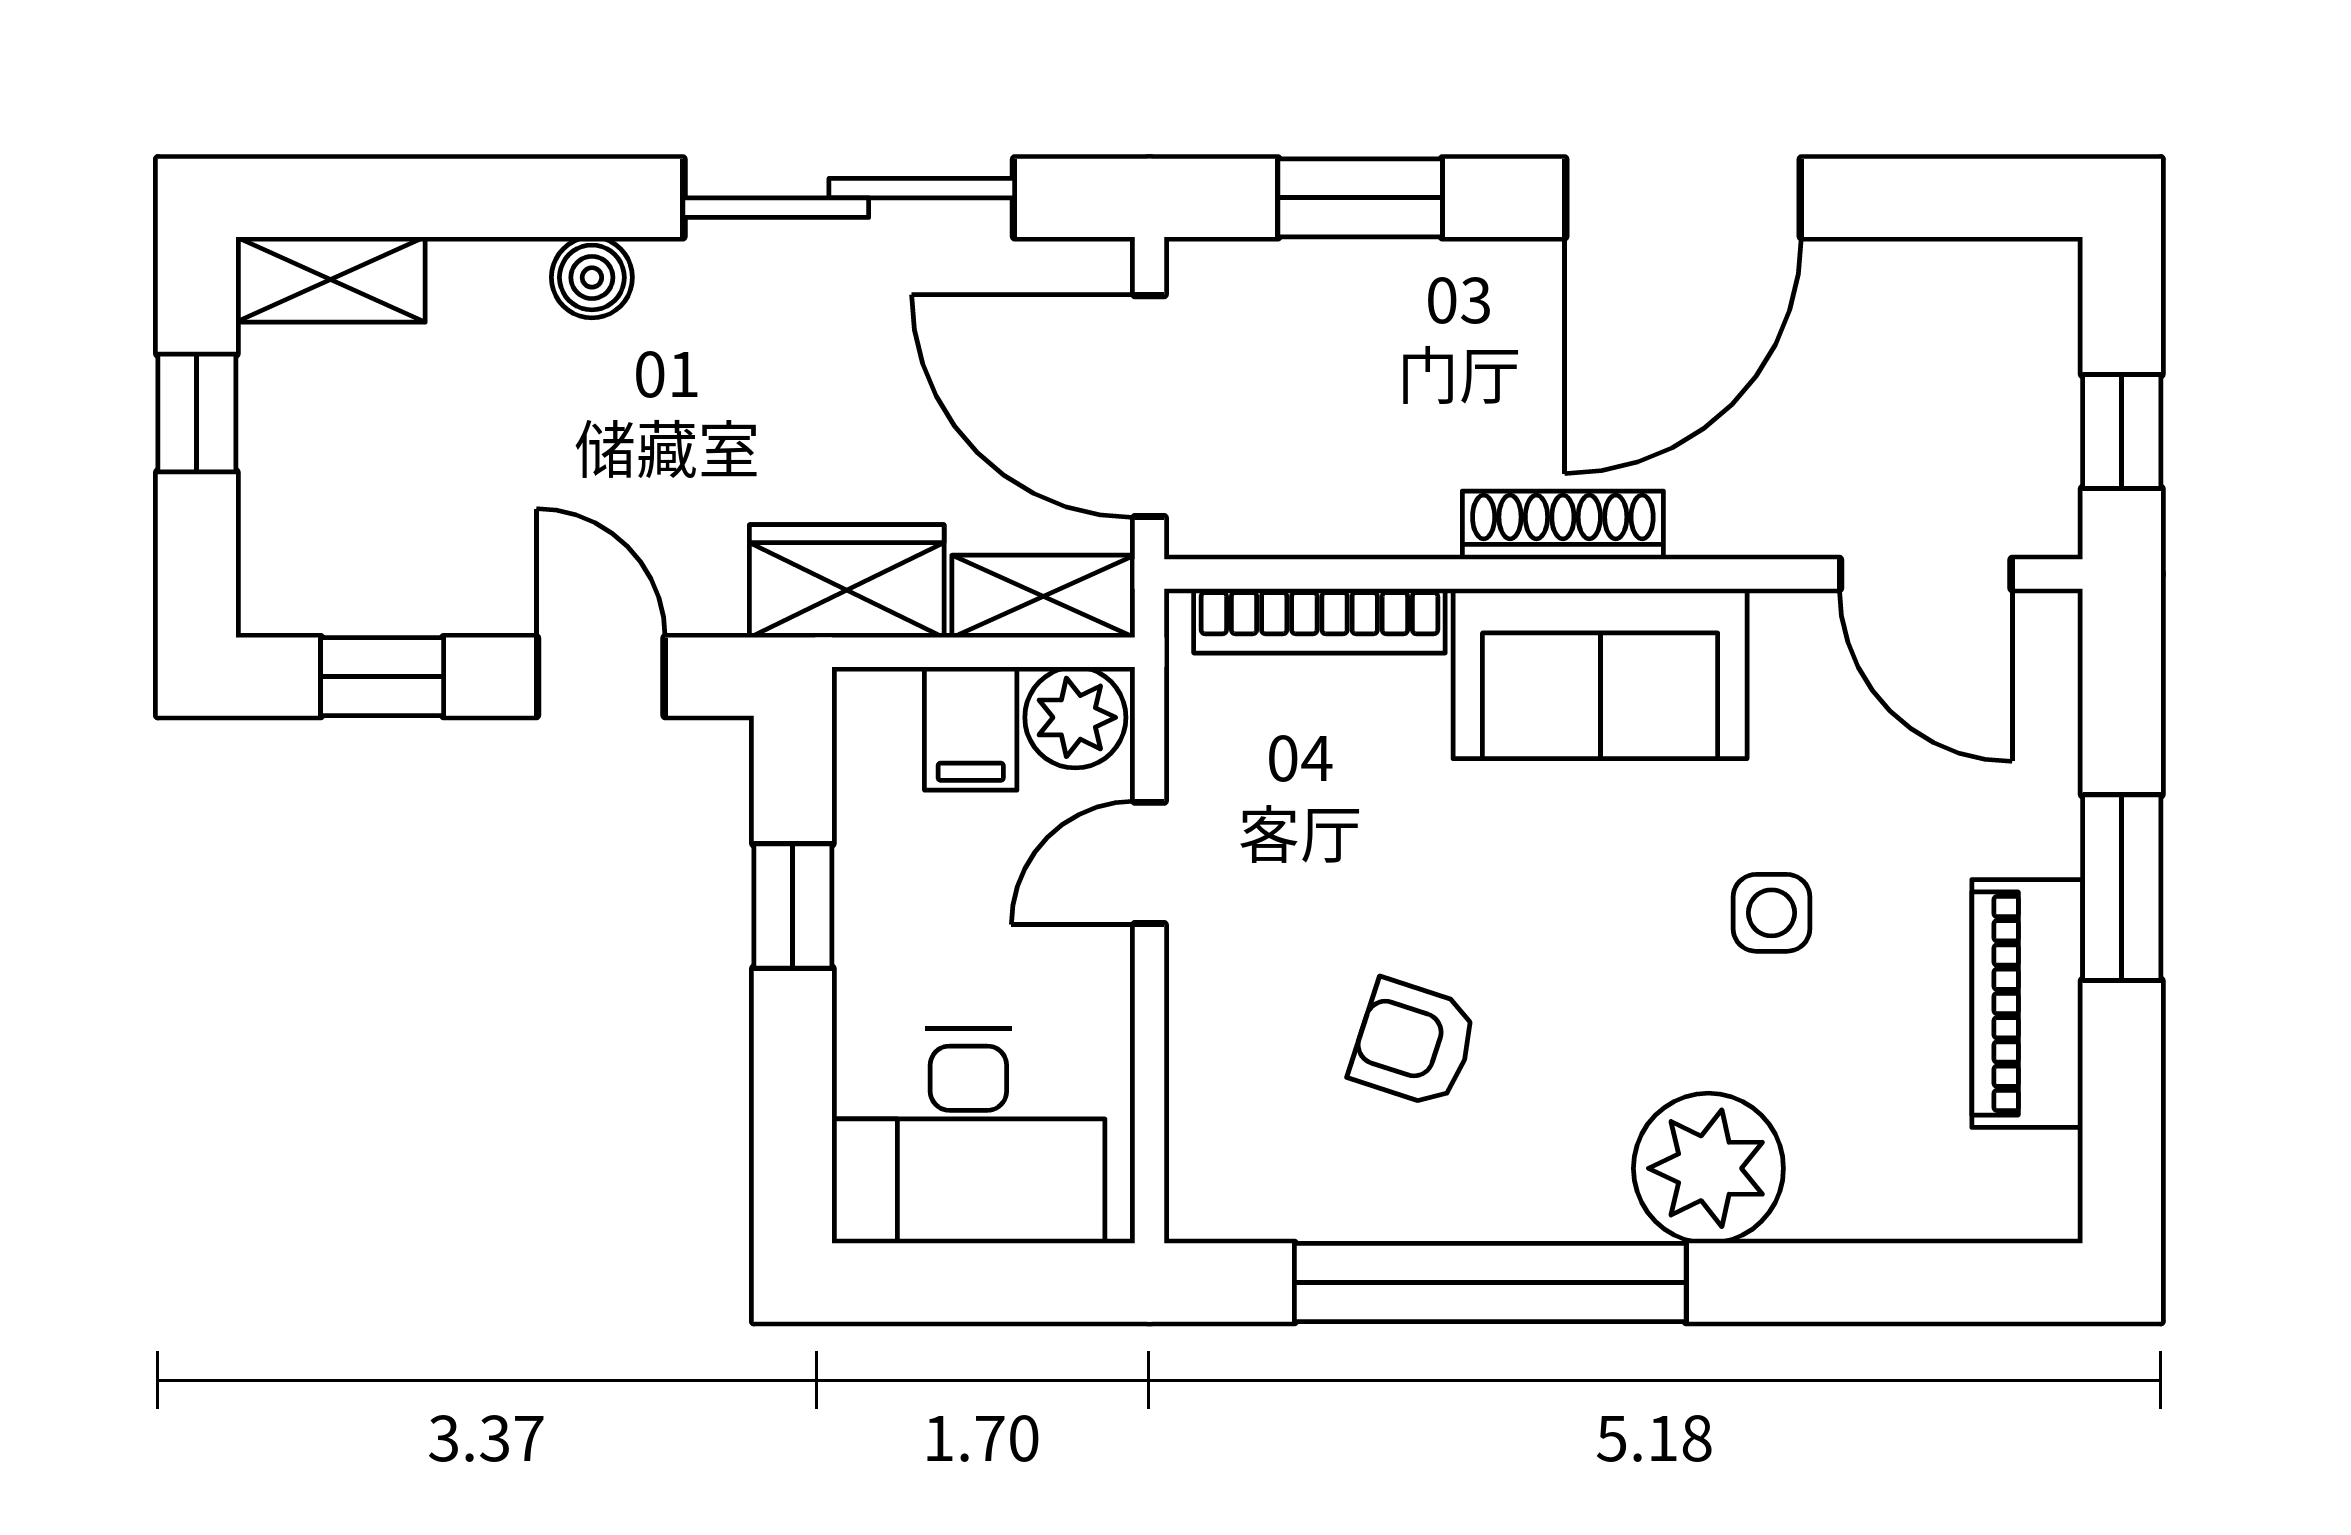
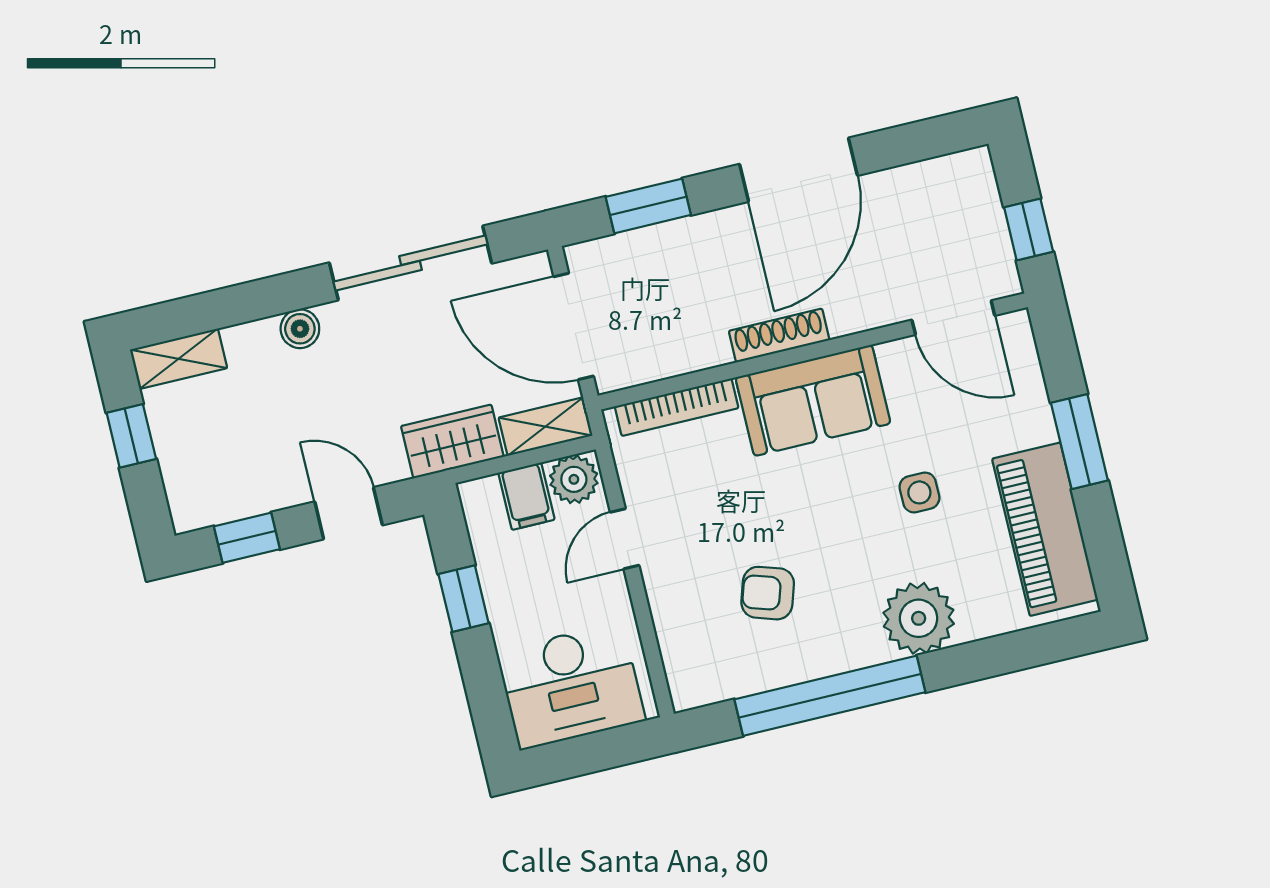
piano: (2027, 1004) -> (1045, 529), width x1.37, depth x1.33

